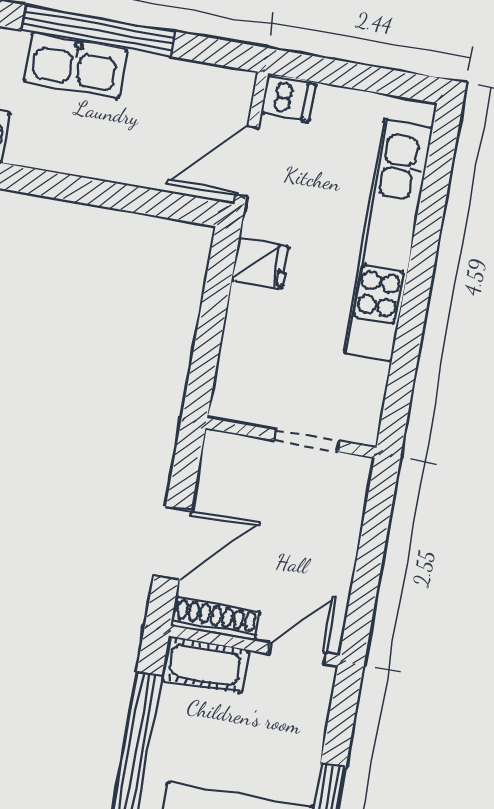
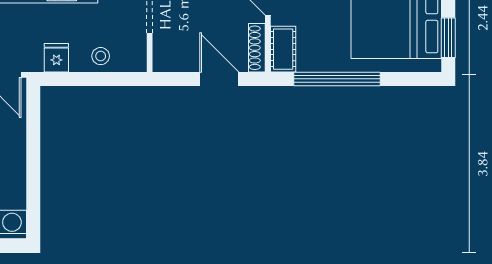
stool: (249, 342) -> (101, 56), added

